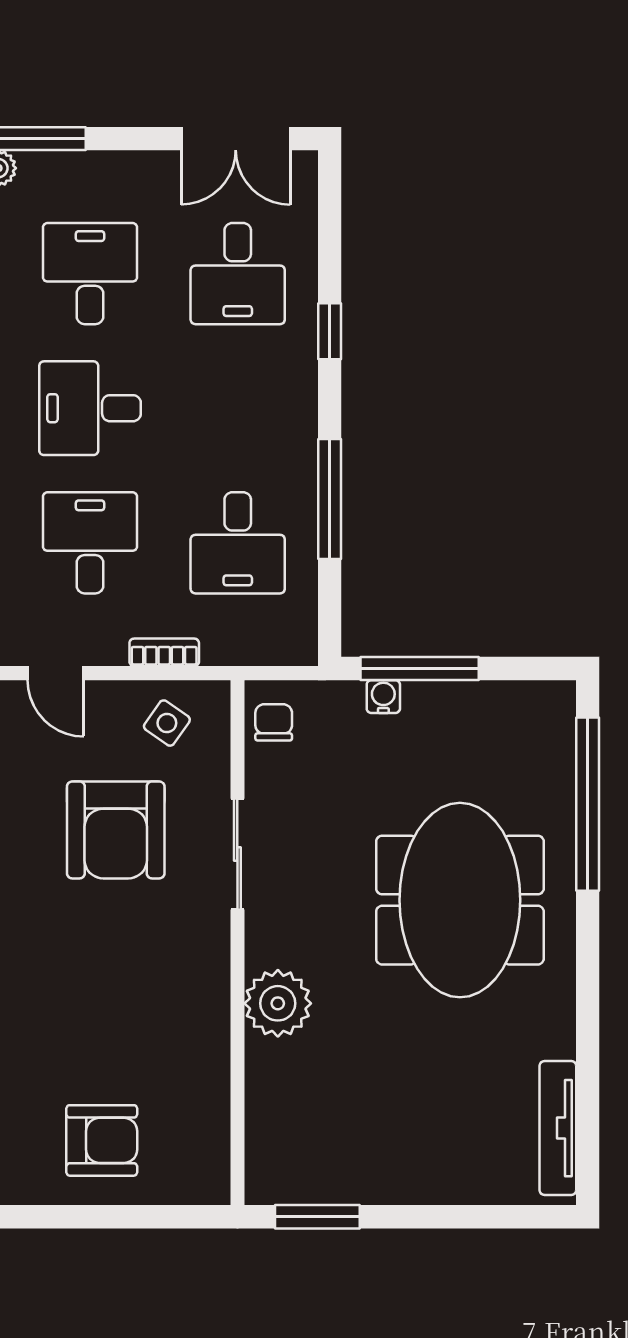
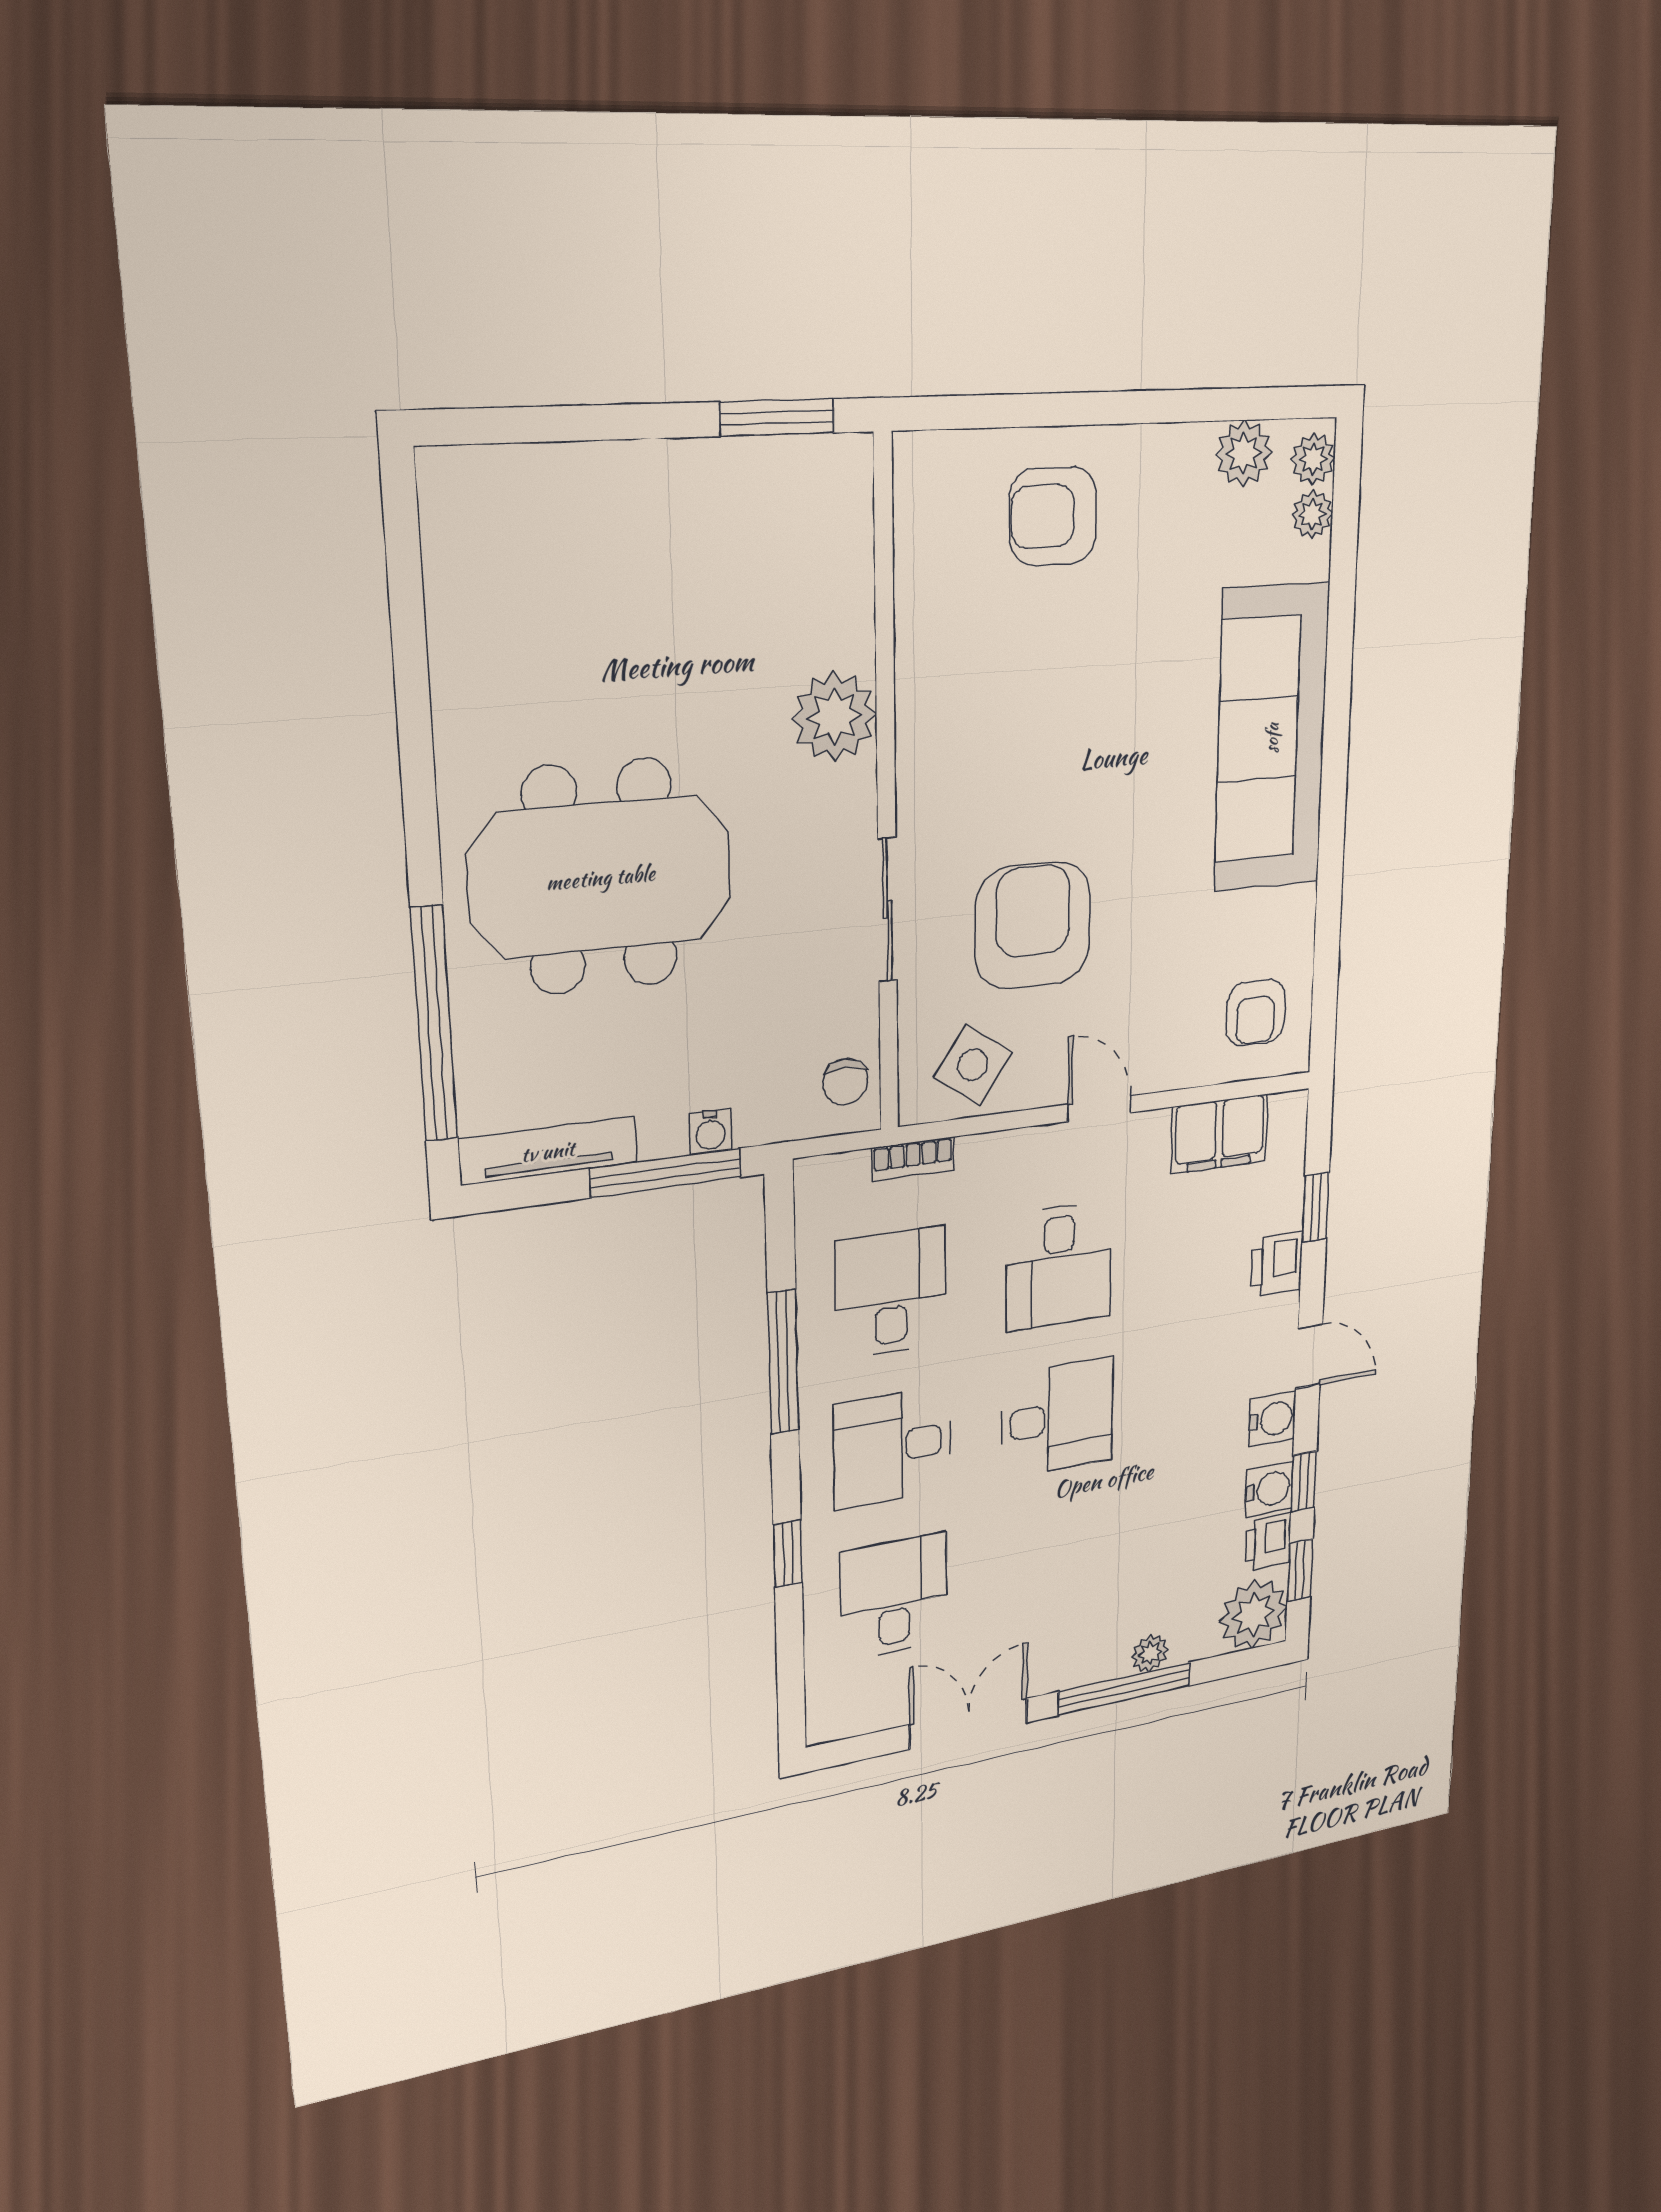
double door: (236, 139) -> (969, 1724), moved
desk: (90, 274) -> (892, 1448), moved, turned 90
bookcase: (164, 652) -> (913, 1159), moved
side table: (167, 723) -> (973, 1065), width x1.37, depth x1.37
meeting table: (460, 900) -> (601, 877), turned 90
tv unit: (558, 1128) -> (548, 1151), moved, turned -90

